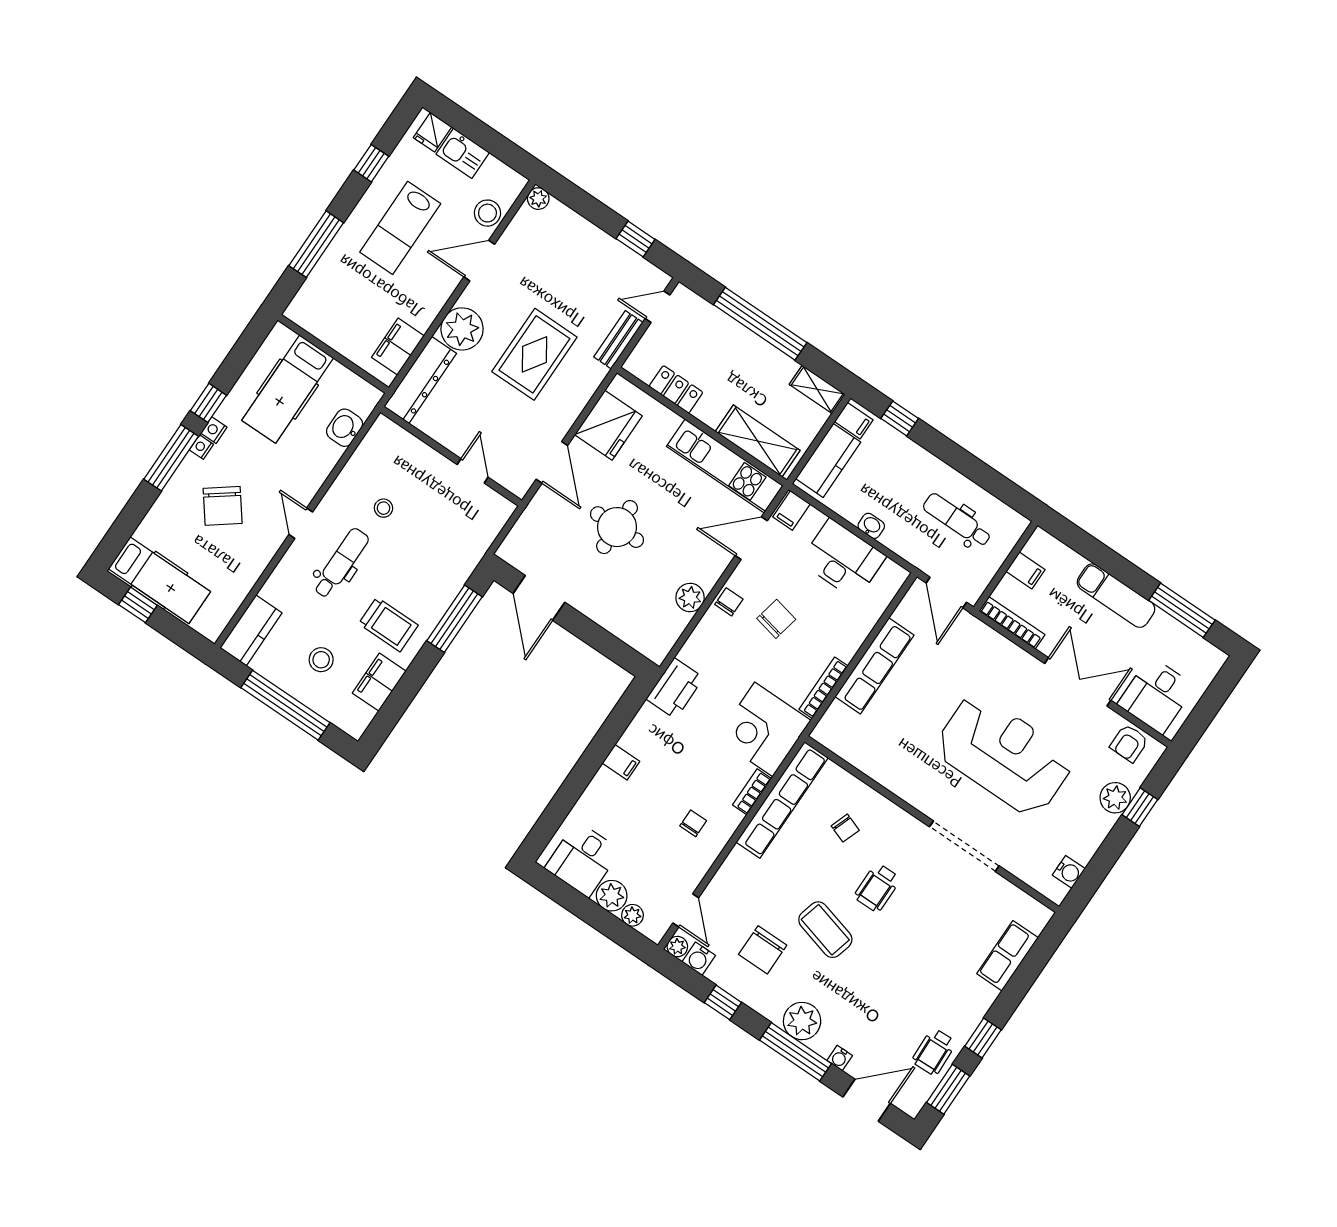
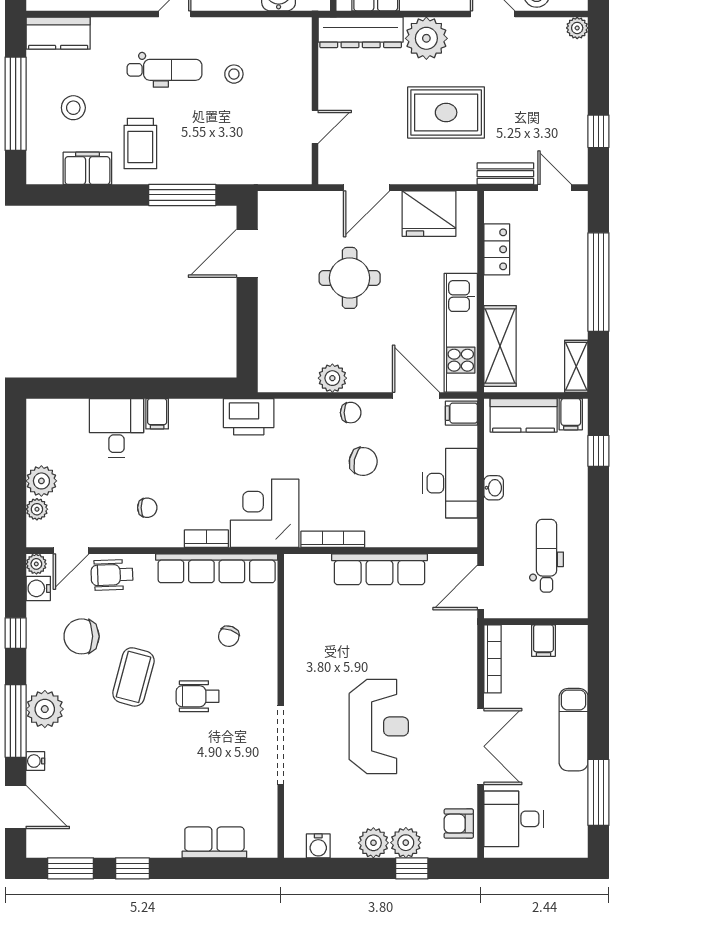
reception desk: (1004, 755) -> (379, 726), width x0.74, depth x0.77
plant: (1097, 825) -> (373, 843), added
desk: (583, 859) -> (116, 428), moved, turned 90
wheelchair: (934, 1052) -> (112, 575), moved

